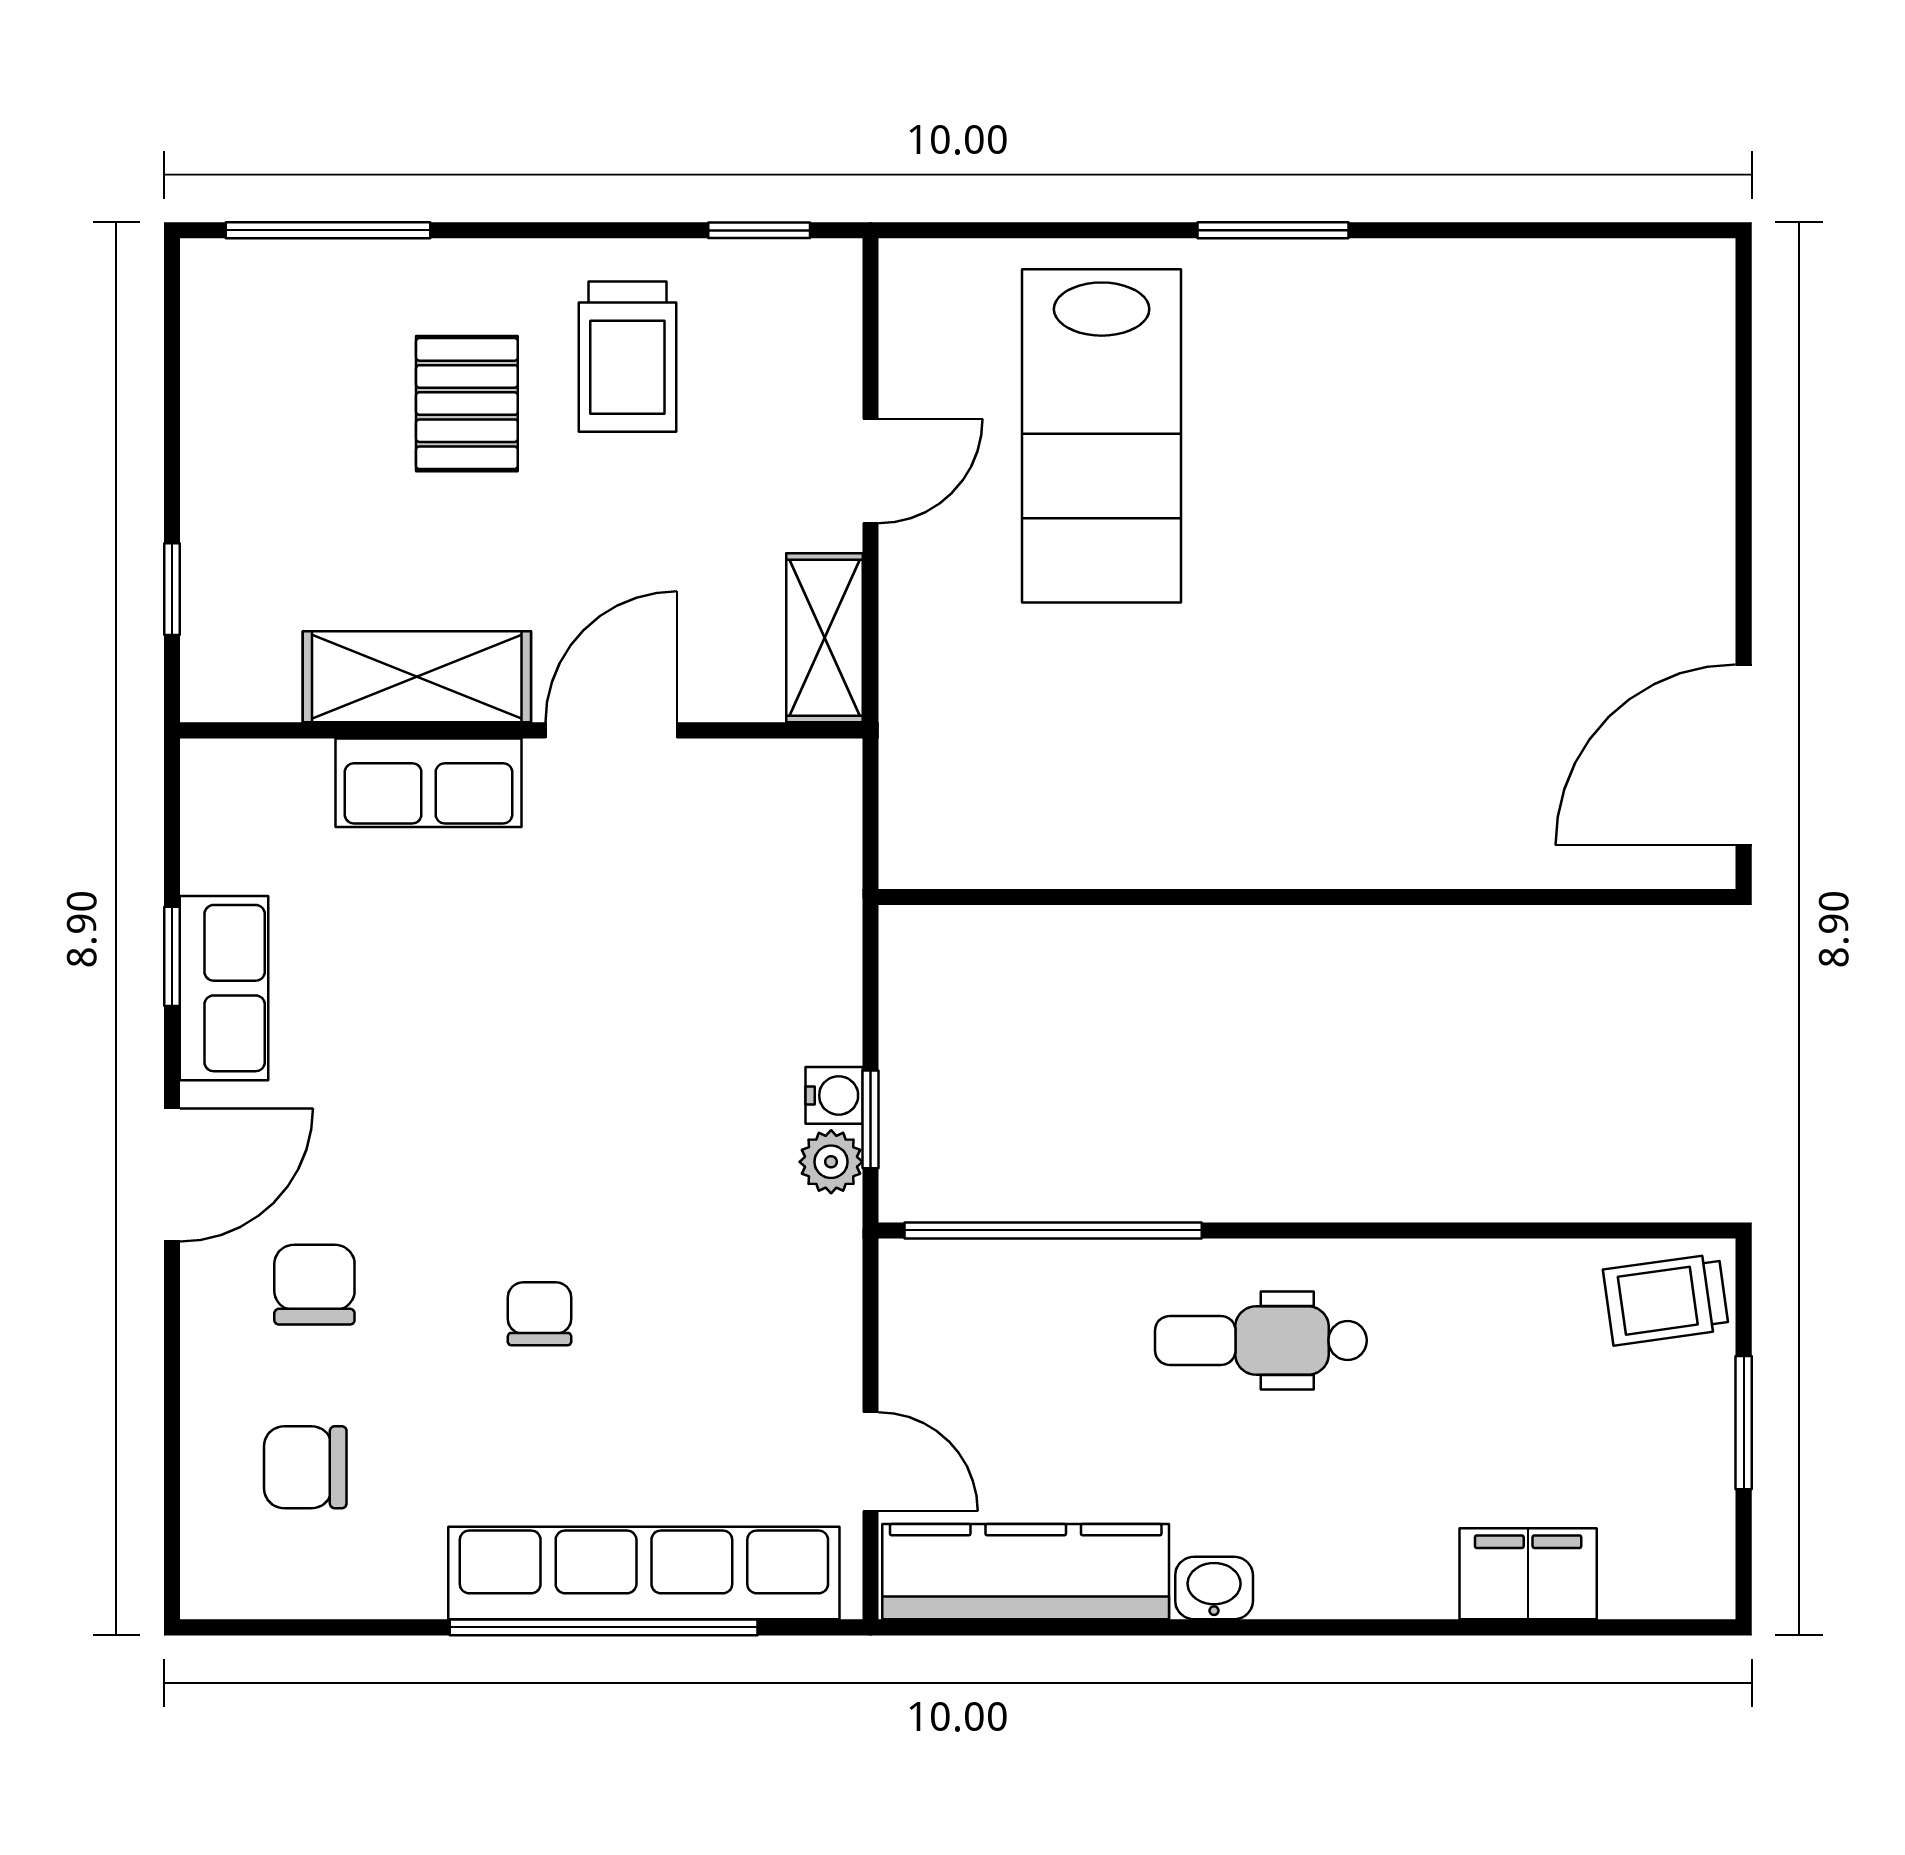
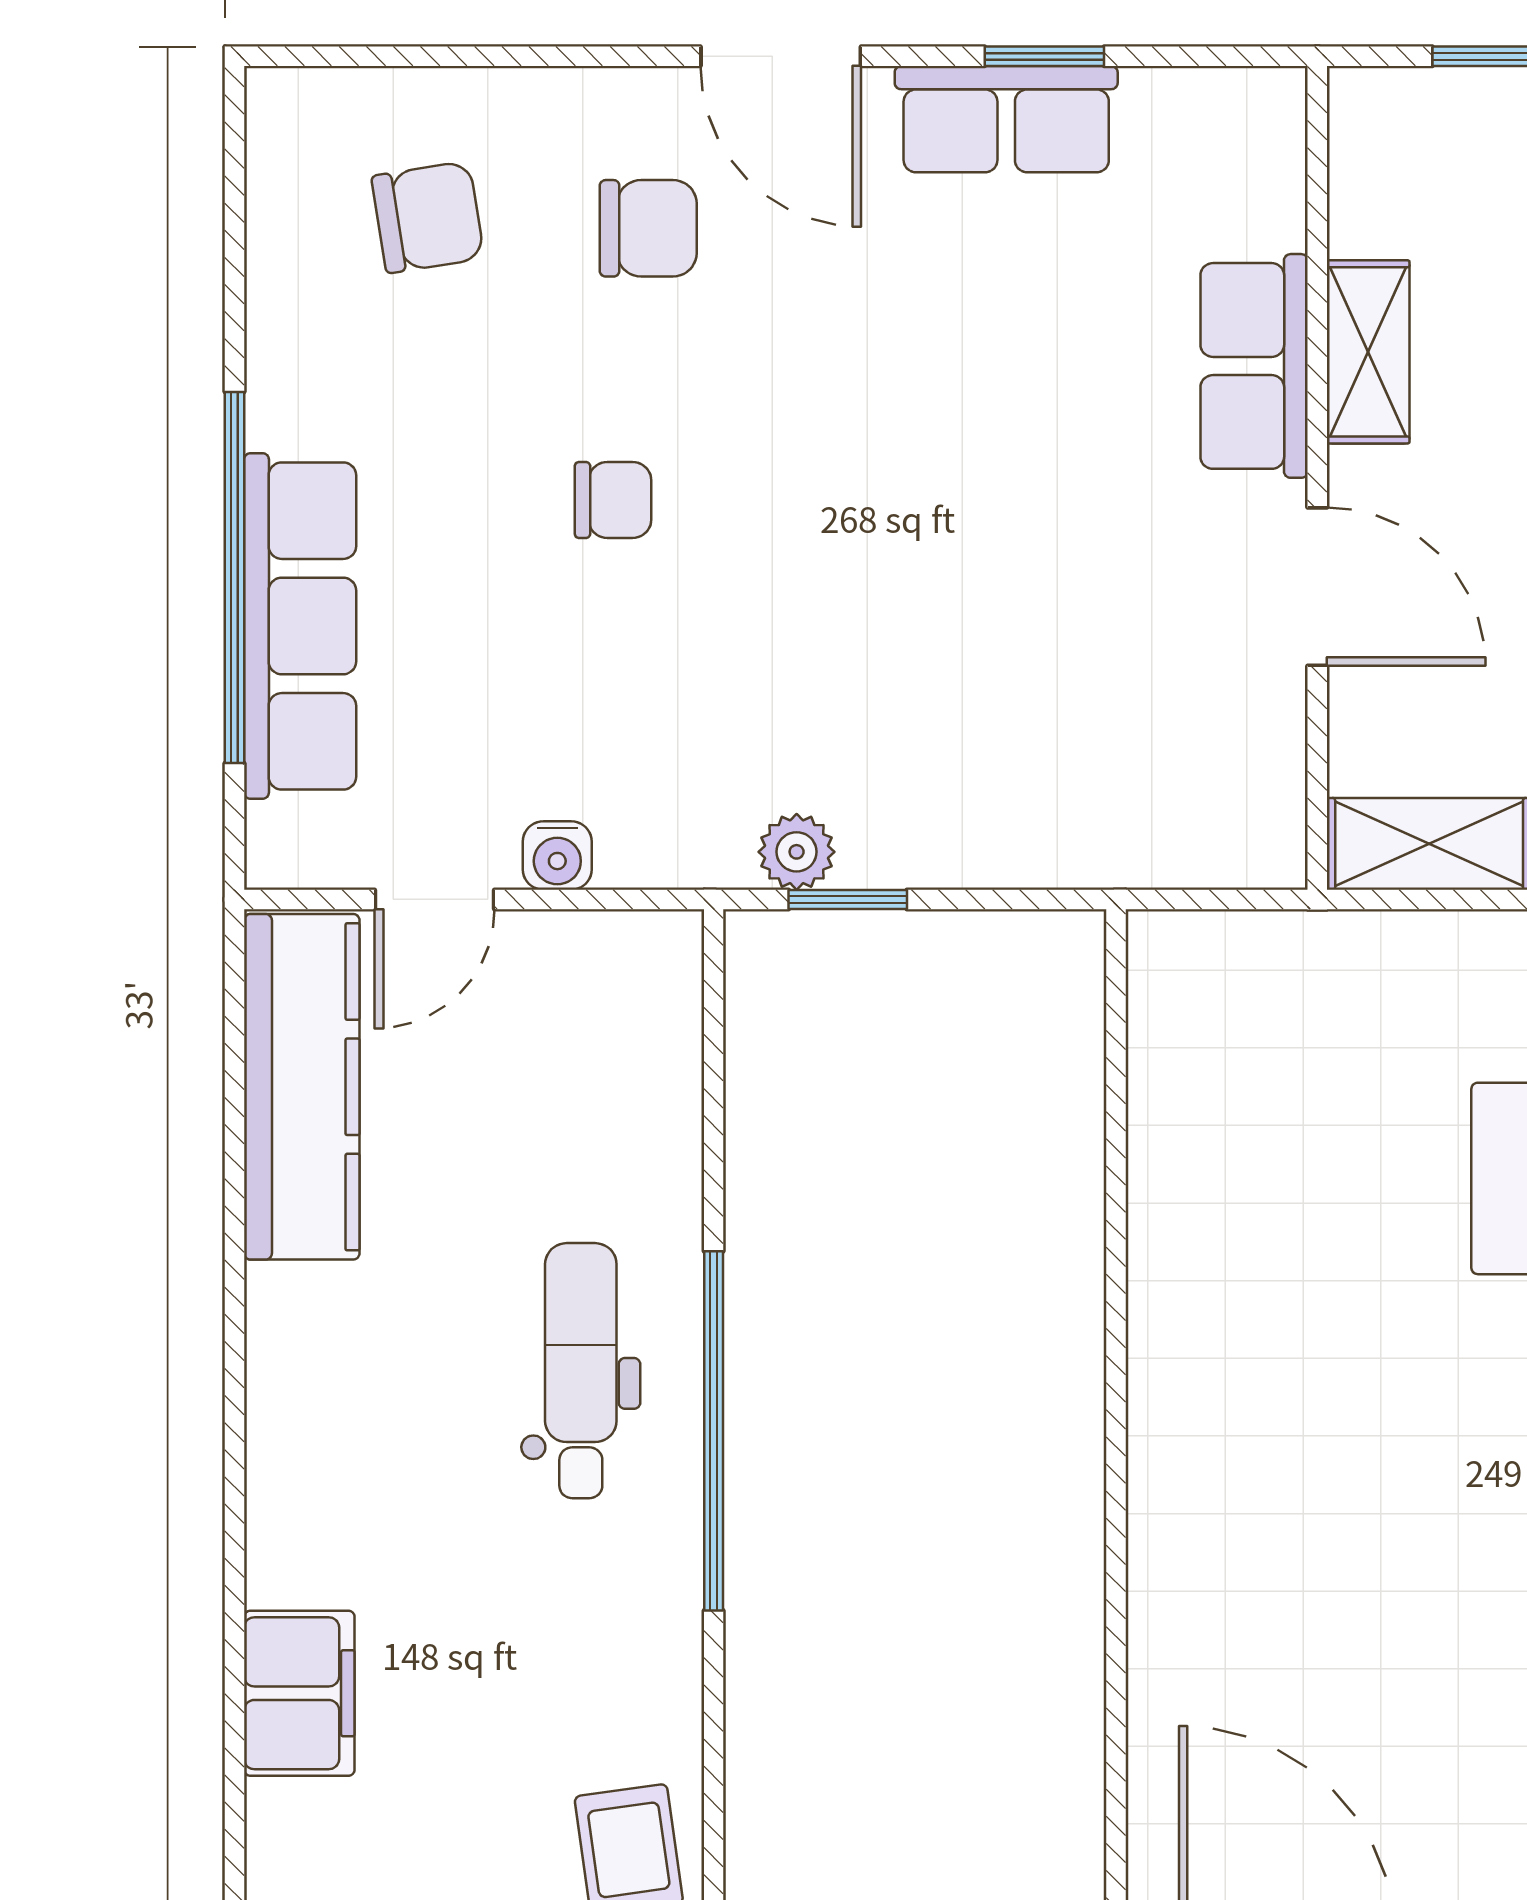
shelving: (417, 677) -> (1368, 352), width x0.67, depth x0.75
water cooler: (834, 1095) -> (557, 856), moved
window: (1053, 1230) -> (714, 1431), moved
chair: (305, 1467) -> (428, 217), turned 81
row of seats: (644, 1573) -> (300, 626), width x0.73
washbasin: (1214, 1588) -> (282, 1314), removed

